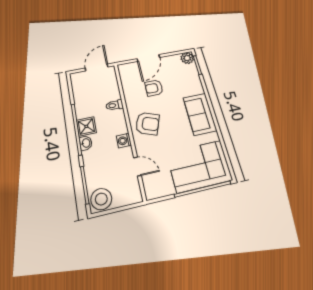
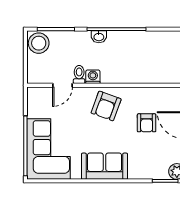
armchair: (154, 88) -> (147, 123), turned 180
toilet: (115, 105) -> (79, 75), moved
shower: (86, 126) -> (117, 40), removed

